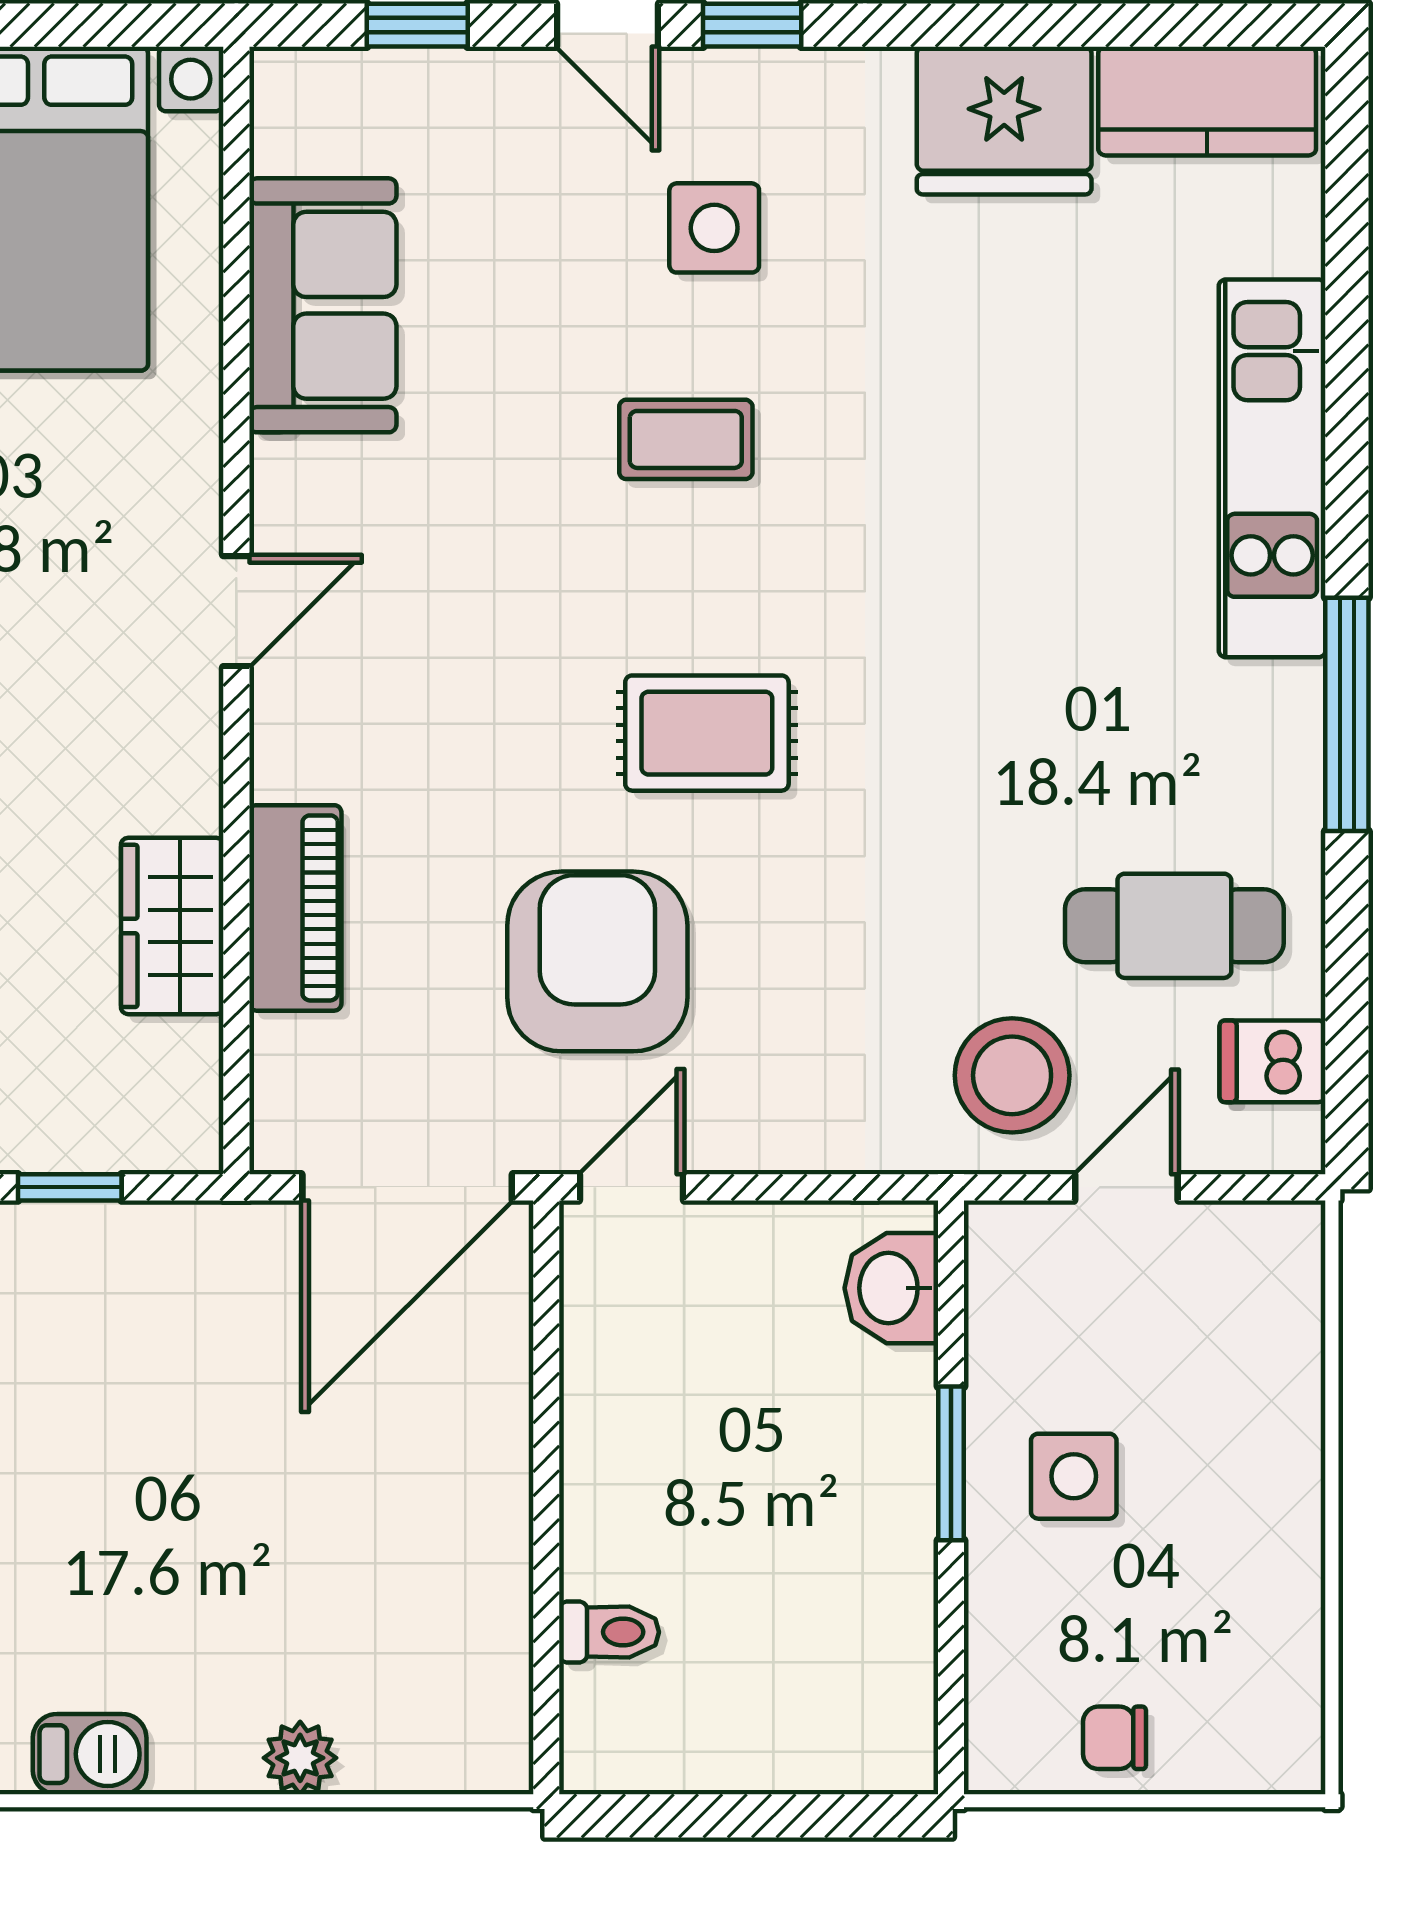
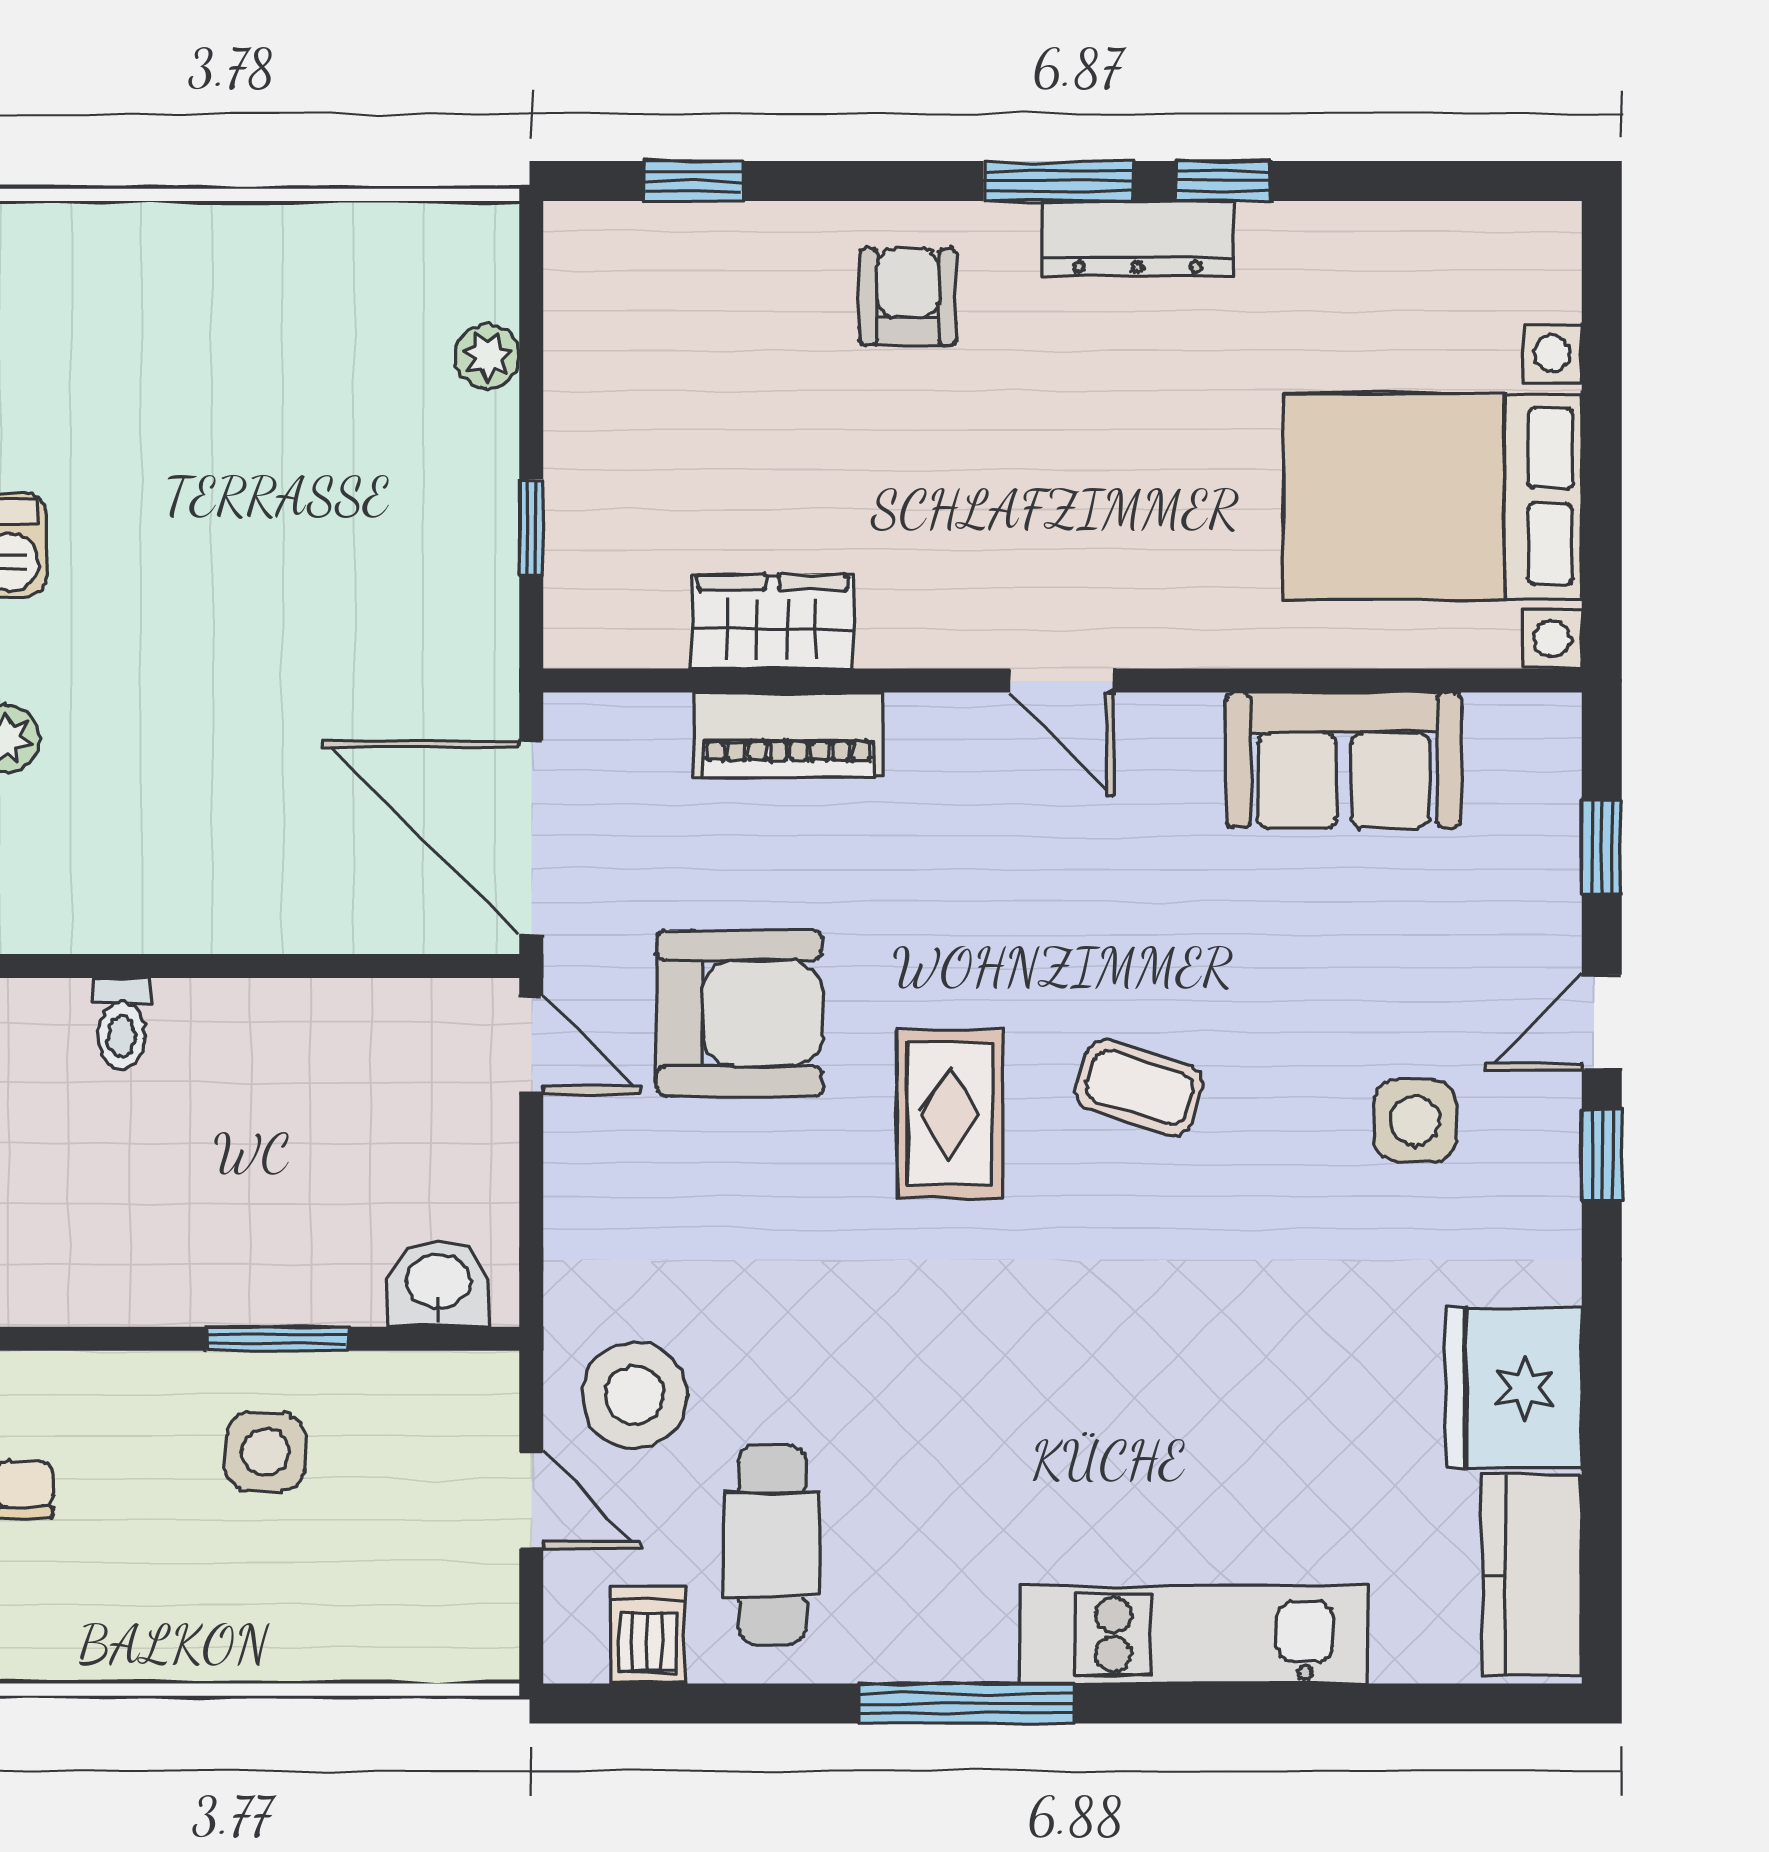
coffee table: (686, 439) -> (1139, 1087), moved, turned -72

